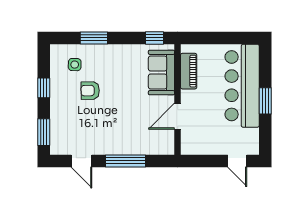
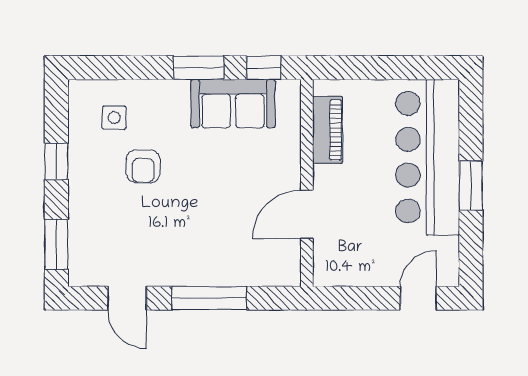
window: (94, 38) -> (199, 68), moved
sofa: (161, 73) -> (233, 104), moved, turned -90
armchair: (90, 91) -> (143, 166), turned -89
door: (237, 161) -> (418, 298), swing flipped

